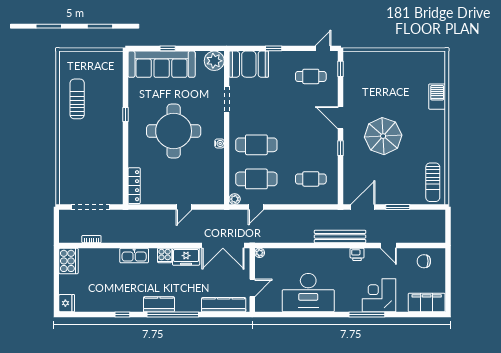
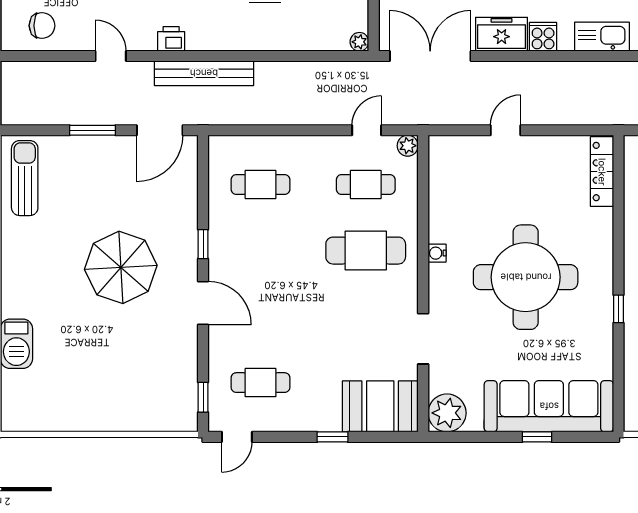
cafe table: (256, 179) -> (366, 185), width x0.73, depth x0.74

